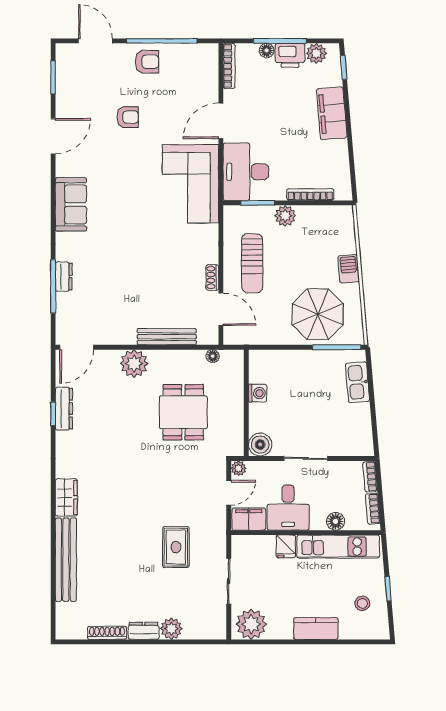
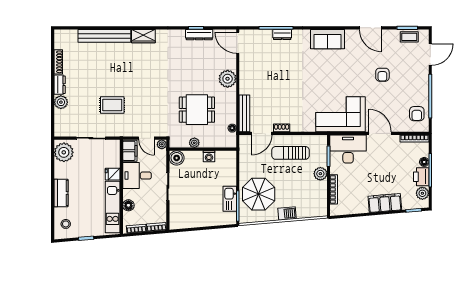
armchair: (147, 62) -> (417, 114), moved
coffee table: (67, 74) -> (409, 37), added
bench: (167, 337) -> (244, 113), moved
kitchen sink: (357, 382) -> (230, 199), moved, turned -85
plant: (236, 416) -> (194, 143), added
stool: (362, 603) -> (66, 224), moved

